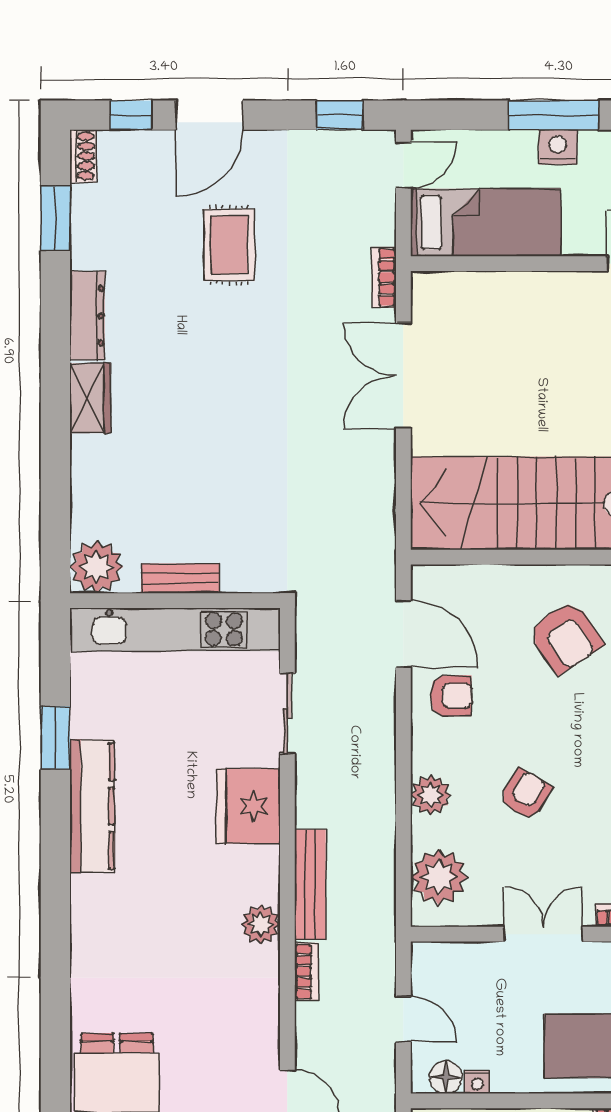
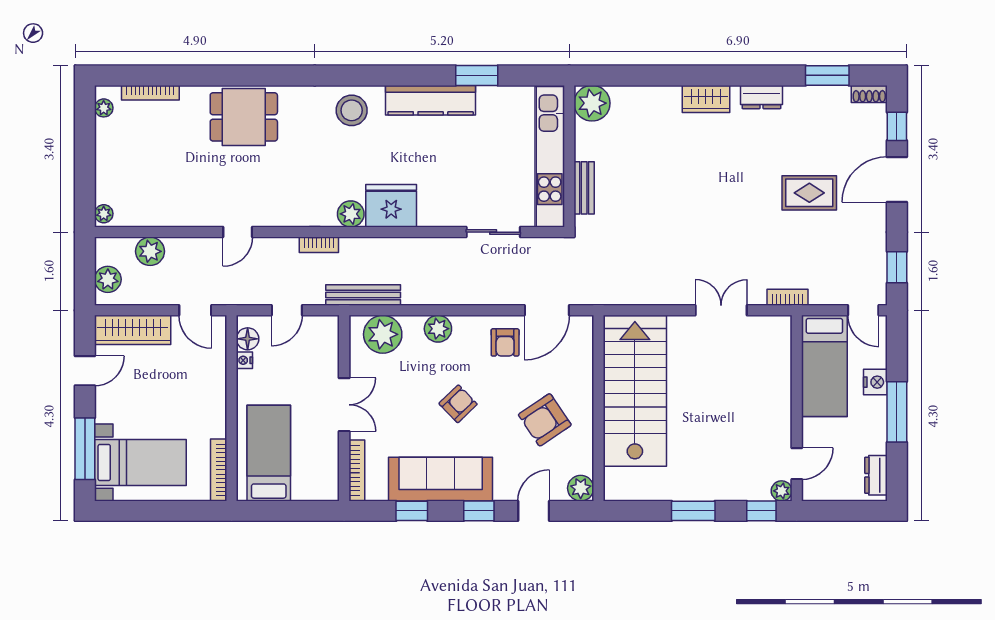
door: (210, 115) -> (897, 179), hinge flipped
nightstand: (558, 147) -> (875, 382), moved
dresser: (87, 316) -> (762, 97), width x0.70
double door: (403, 376) -> (721, 310), width x0.73
bench: (180, 579) -> (584, 188), moved
armchair: (526, 794) -> (458, 404), moved, turned -75
fridge: (248, 806) -> (391, 206), moved
bench: (310, 884) -> (363, 295), moved
stool: (107, 923) -> (352, 110), added

